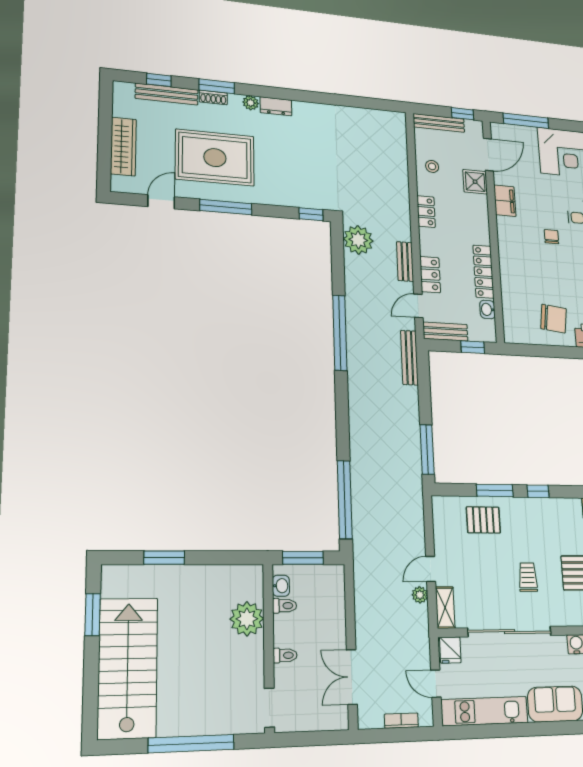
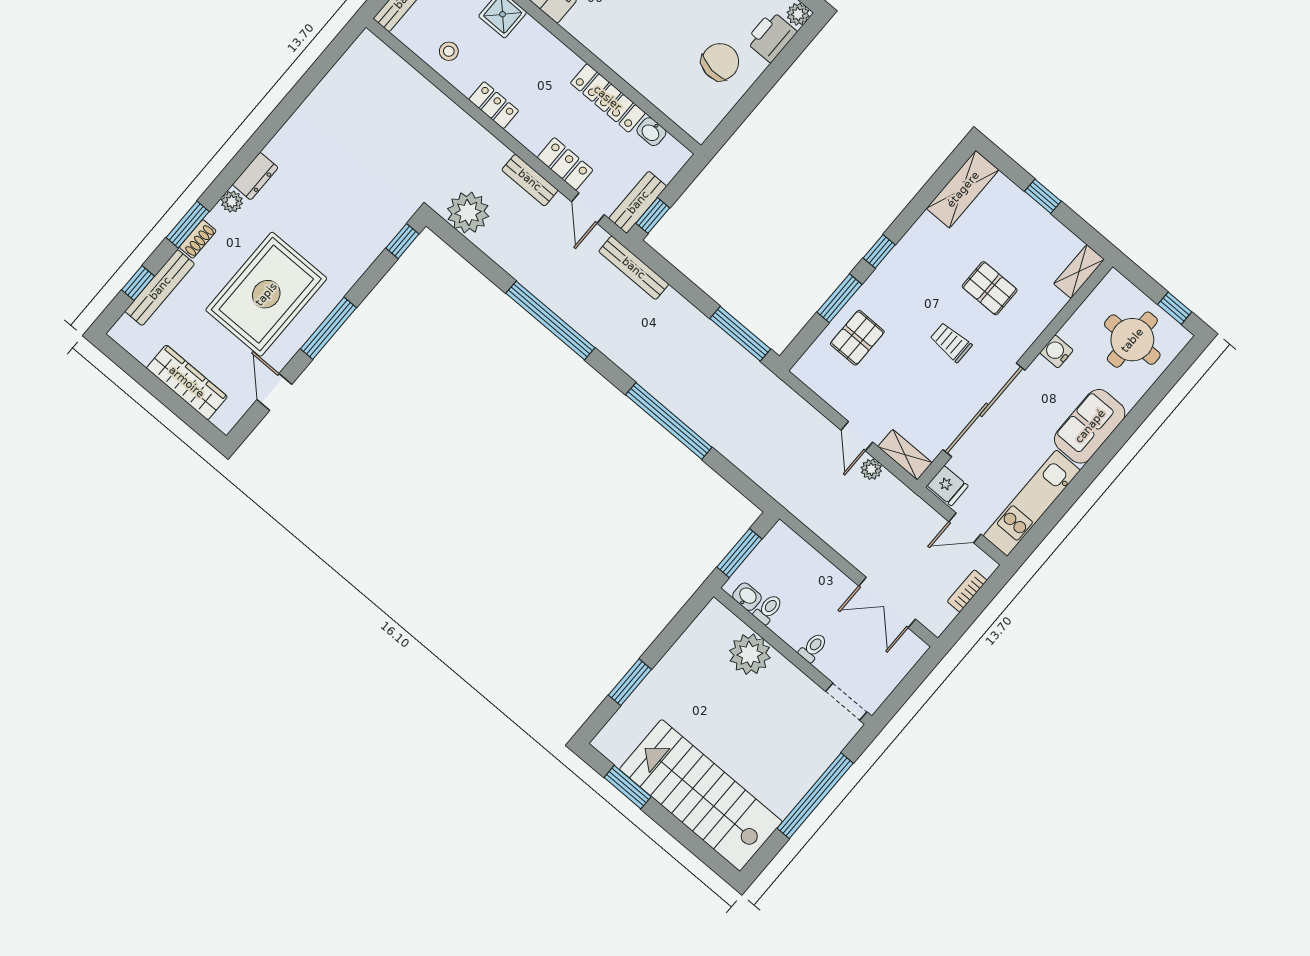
window: (473, 347) -> (653, 216), moved
window: (345, 500) -> (669, 421), moved

